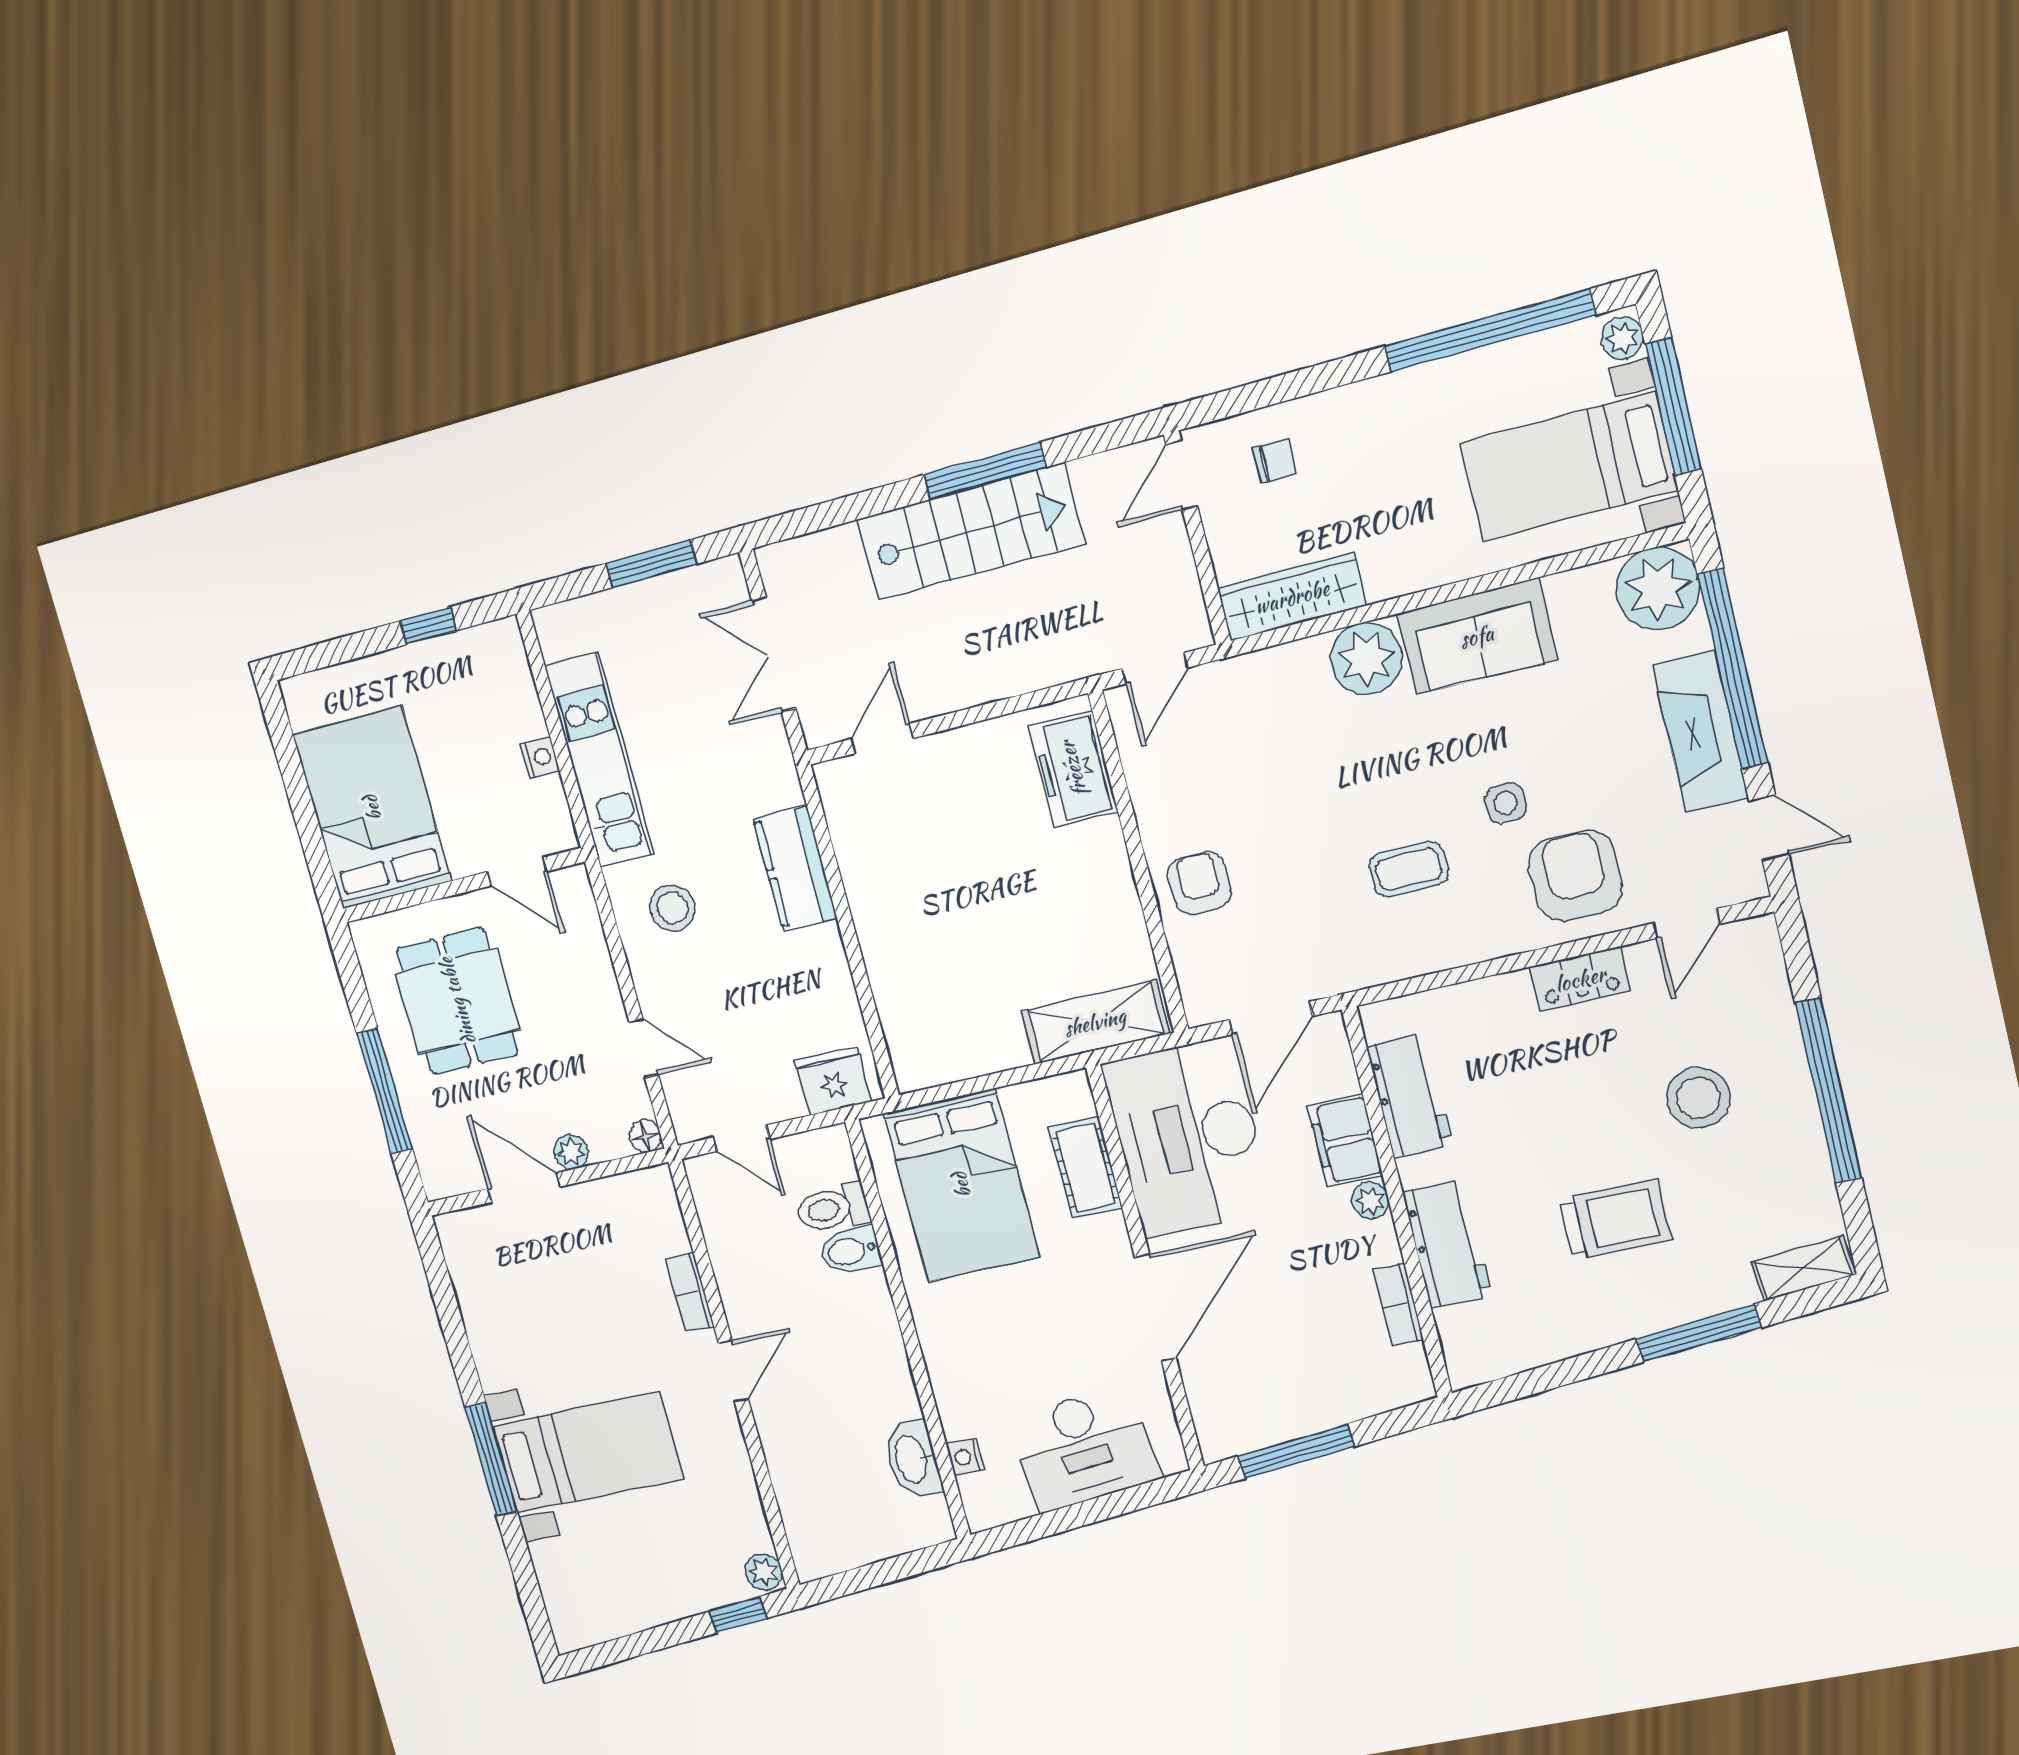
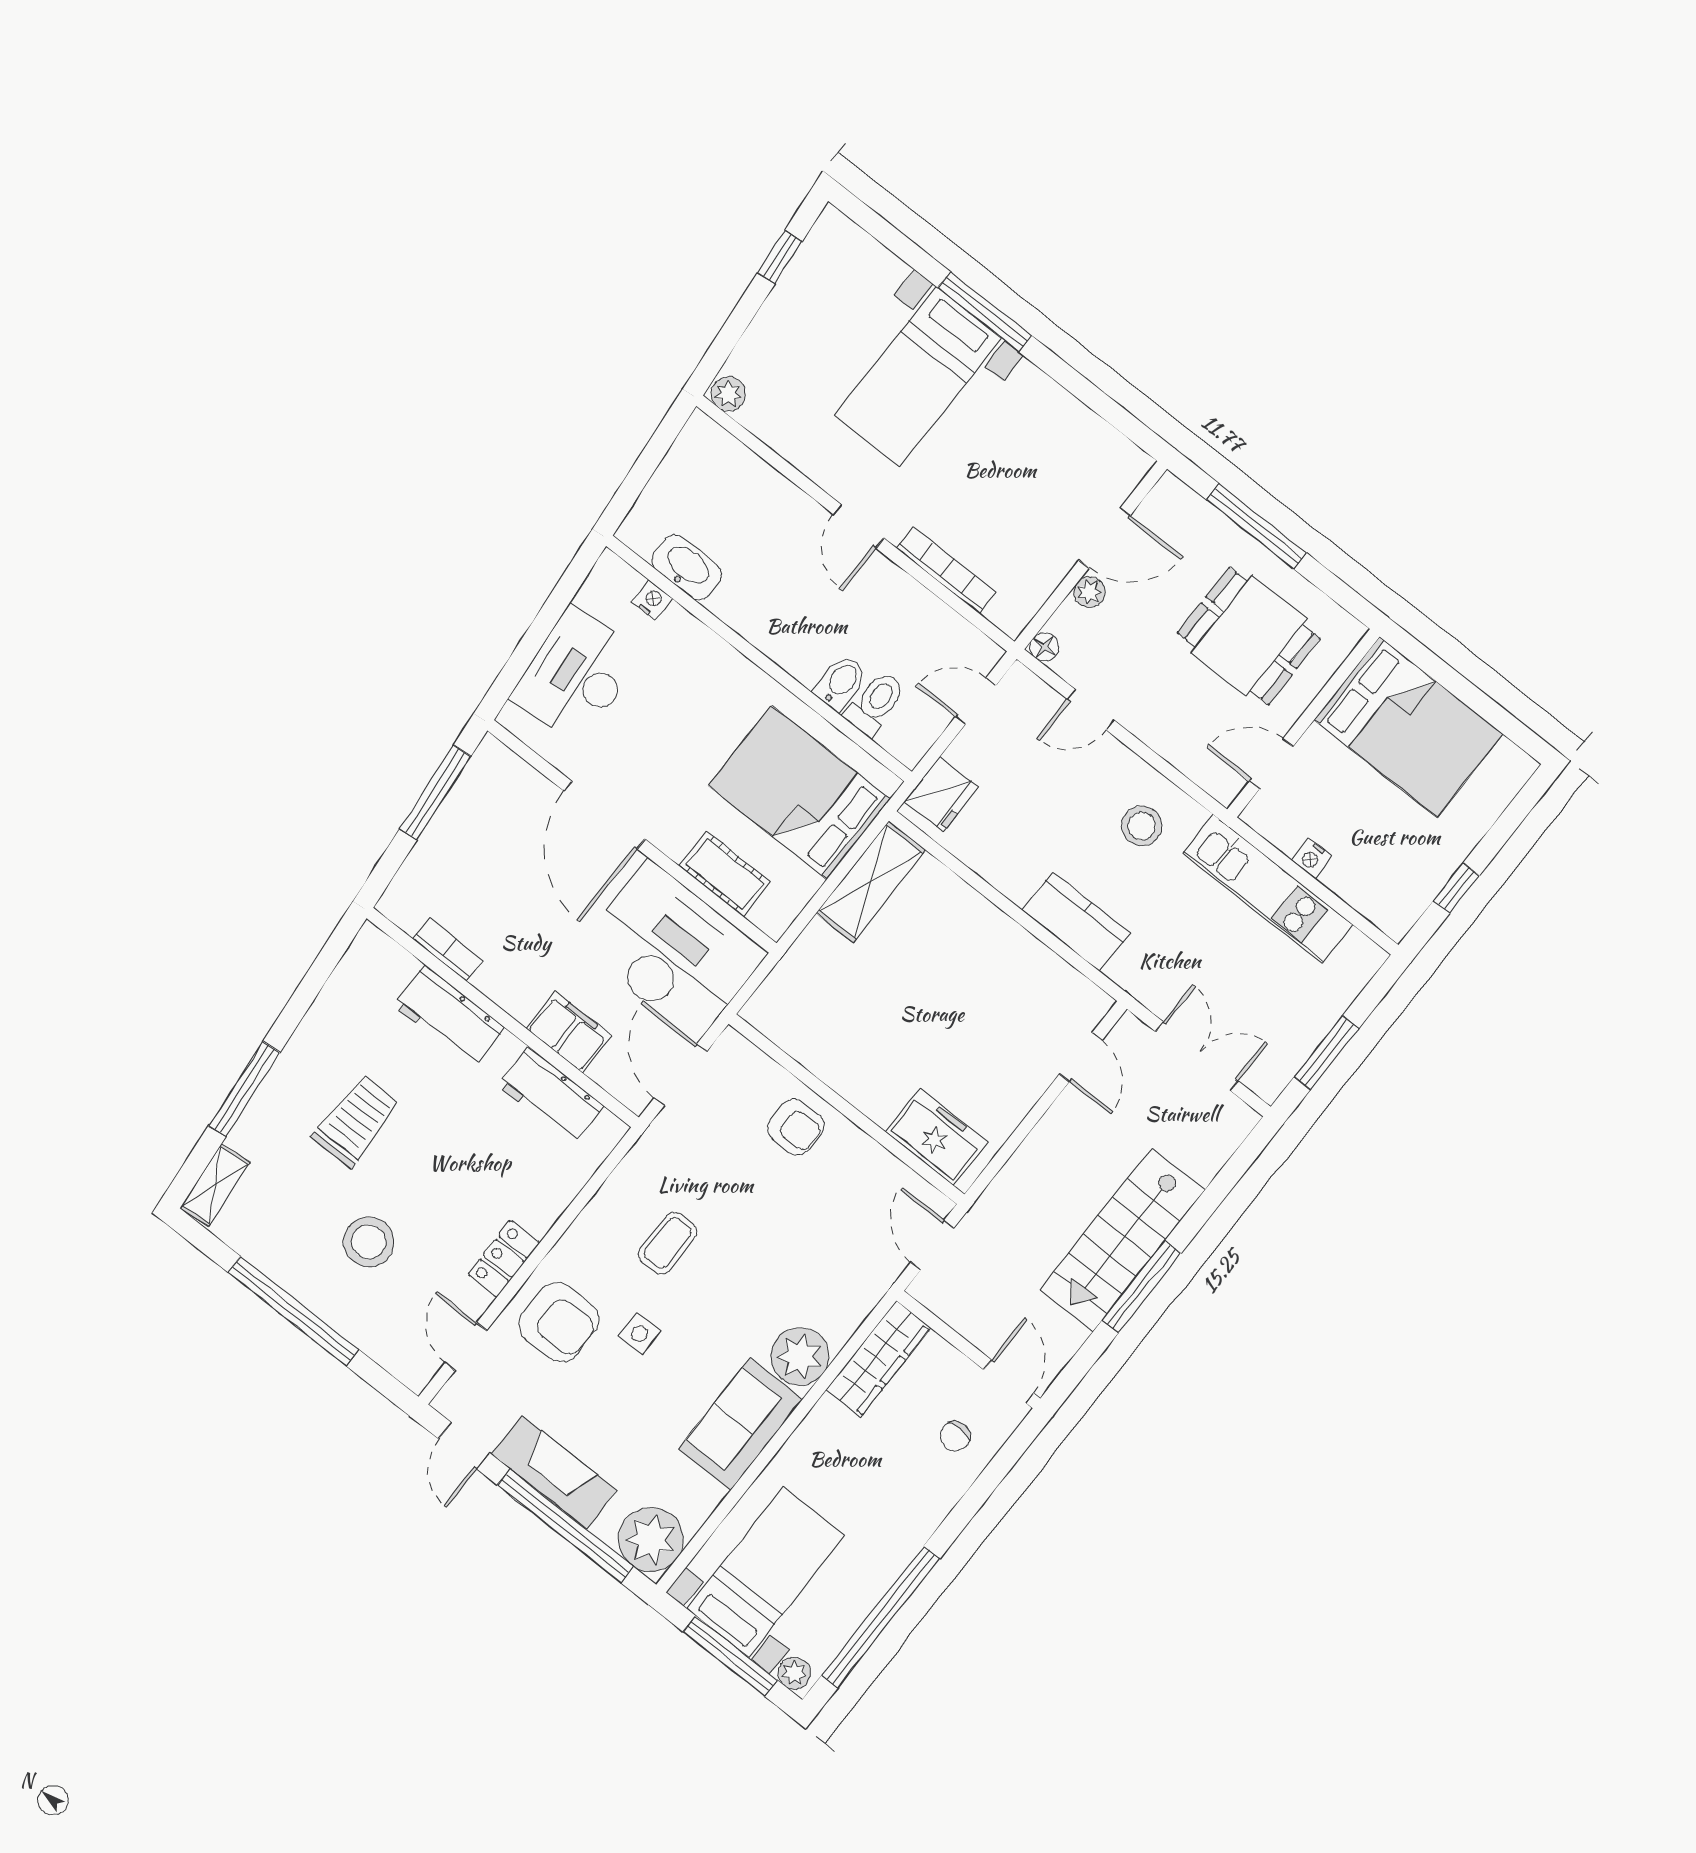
door: (1769, 828) -> (464, 1446), hinge flipped
shelving: (1095, 1022) -> (871, 882), moved
plant: (1370, 1201) -> (521, 1005), removed
trolley: (1616, 1220) -> (356, 1121), turned 180
bookcase: (690, 1293) -> (946, 570), width x1.56
window: (738, 1615) -> (780, 257), moved

